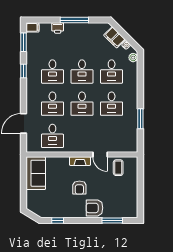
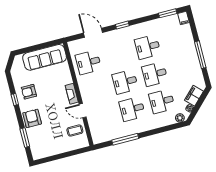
printer: (58, 28) -> (189, 41), removed
window: (24, 71) -> (122, 25), moved
desk: (52, 104) -> (118, 55), removed
window: (140, 119) -> (125, 139), width x1.44
door: (100, 155) -> (83, 111), hinge flipped
sofa: (36, 173) -> (45, 57), width x1.36
armchair: (79, 188) -> (29, 92), moved
window: (58, 220) -> (15, 99), moved

